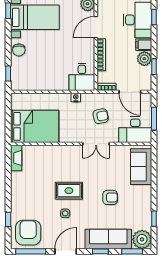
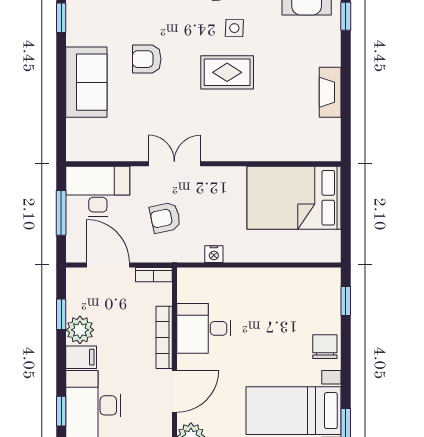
desk: (82, 77) -> (204, 328), moved, turned -90
fireplace: (16, 158) -> (330, 92), moved
sofa: (141, 167) -> (86, 82), moved

